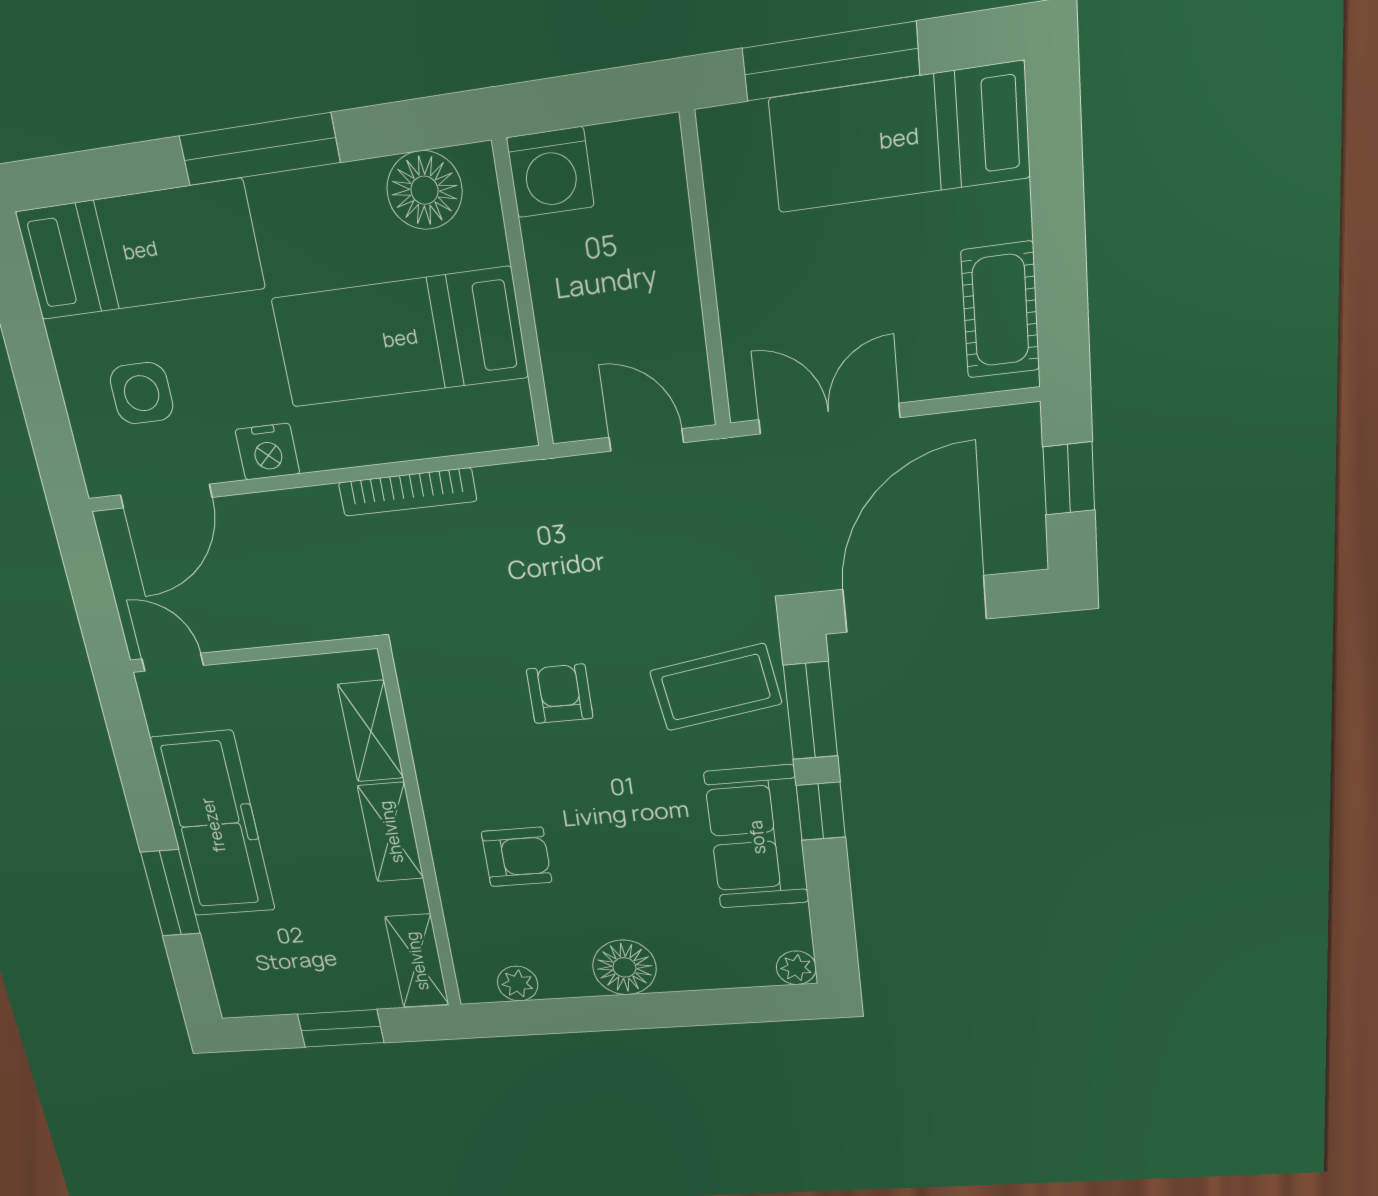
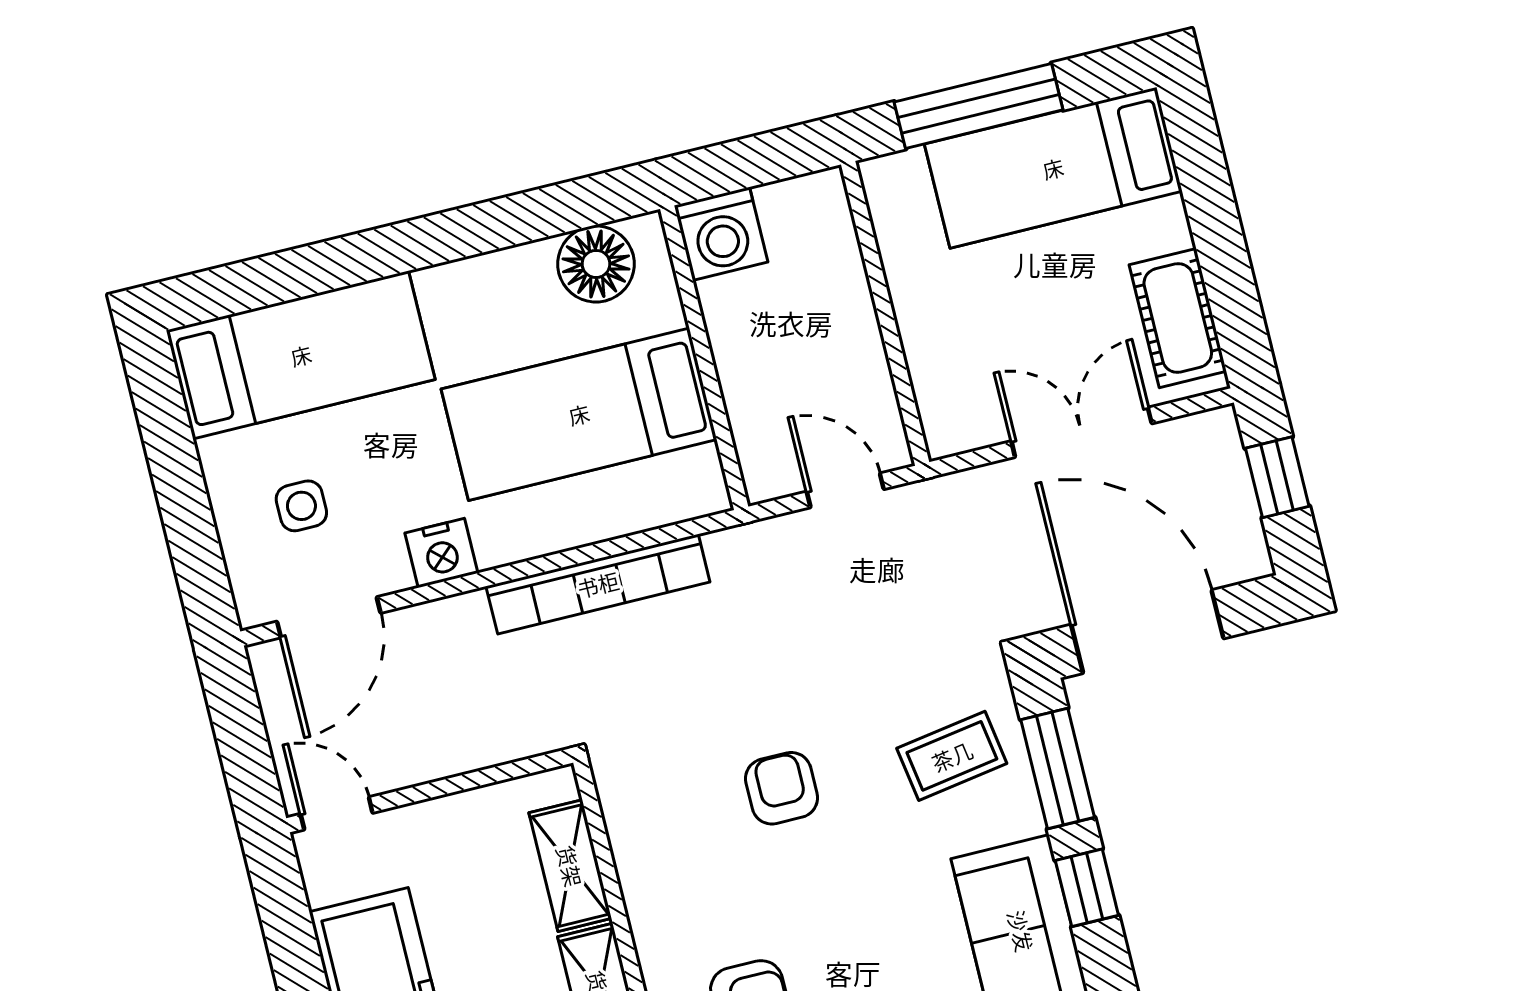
window: (259, 149) -> (425, 242), removed
side table: (142, 393) -> (301, 506), width x0.73, depth x0.73
double door: (829, 419) -> (1082, 432), moved
bookcase: (407, 492) -> (598, 584), width x1.48, depth x1.31
door: (914, 604) -> (1147, 632), hinge flipped
coffee table: (716, 687) -> (952, 756), width x0.73, depth x0.77

